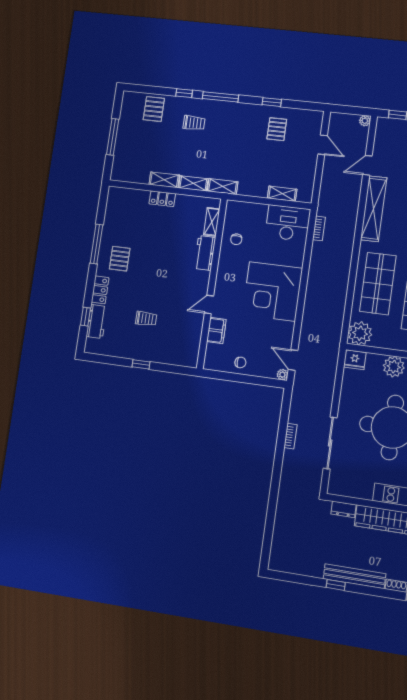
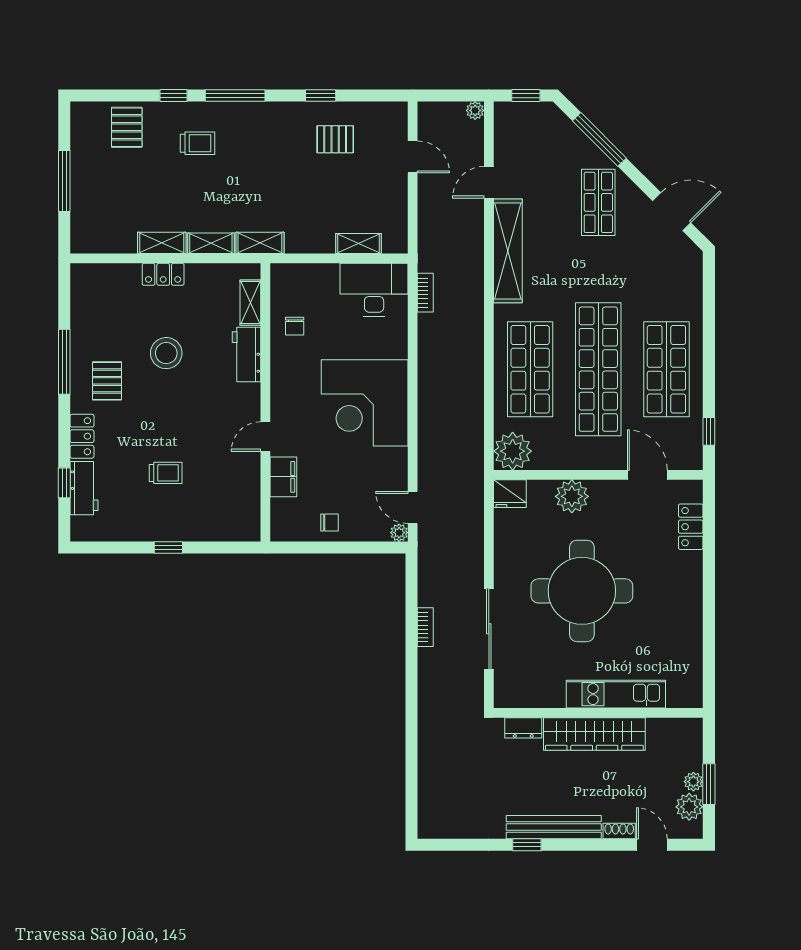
pallet: (277, 129) -> (335, 139), turned 90
stool: (157, 246) -> (166, 353), added

